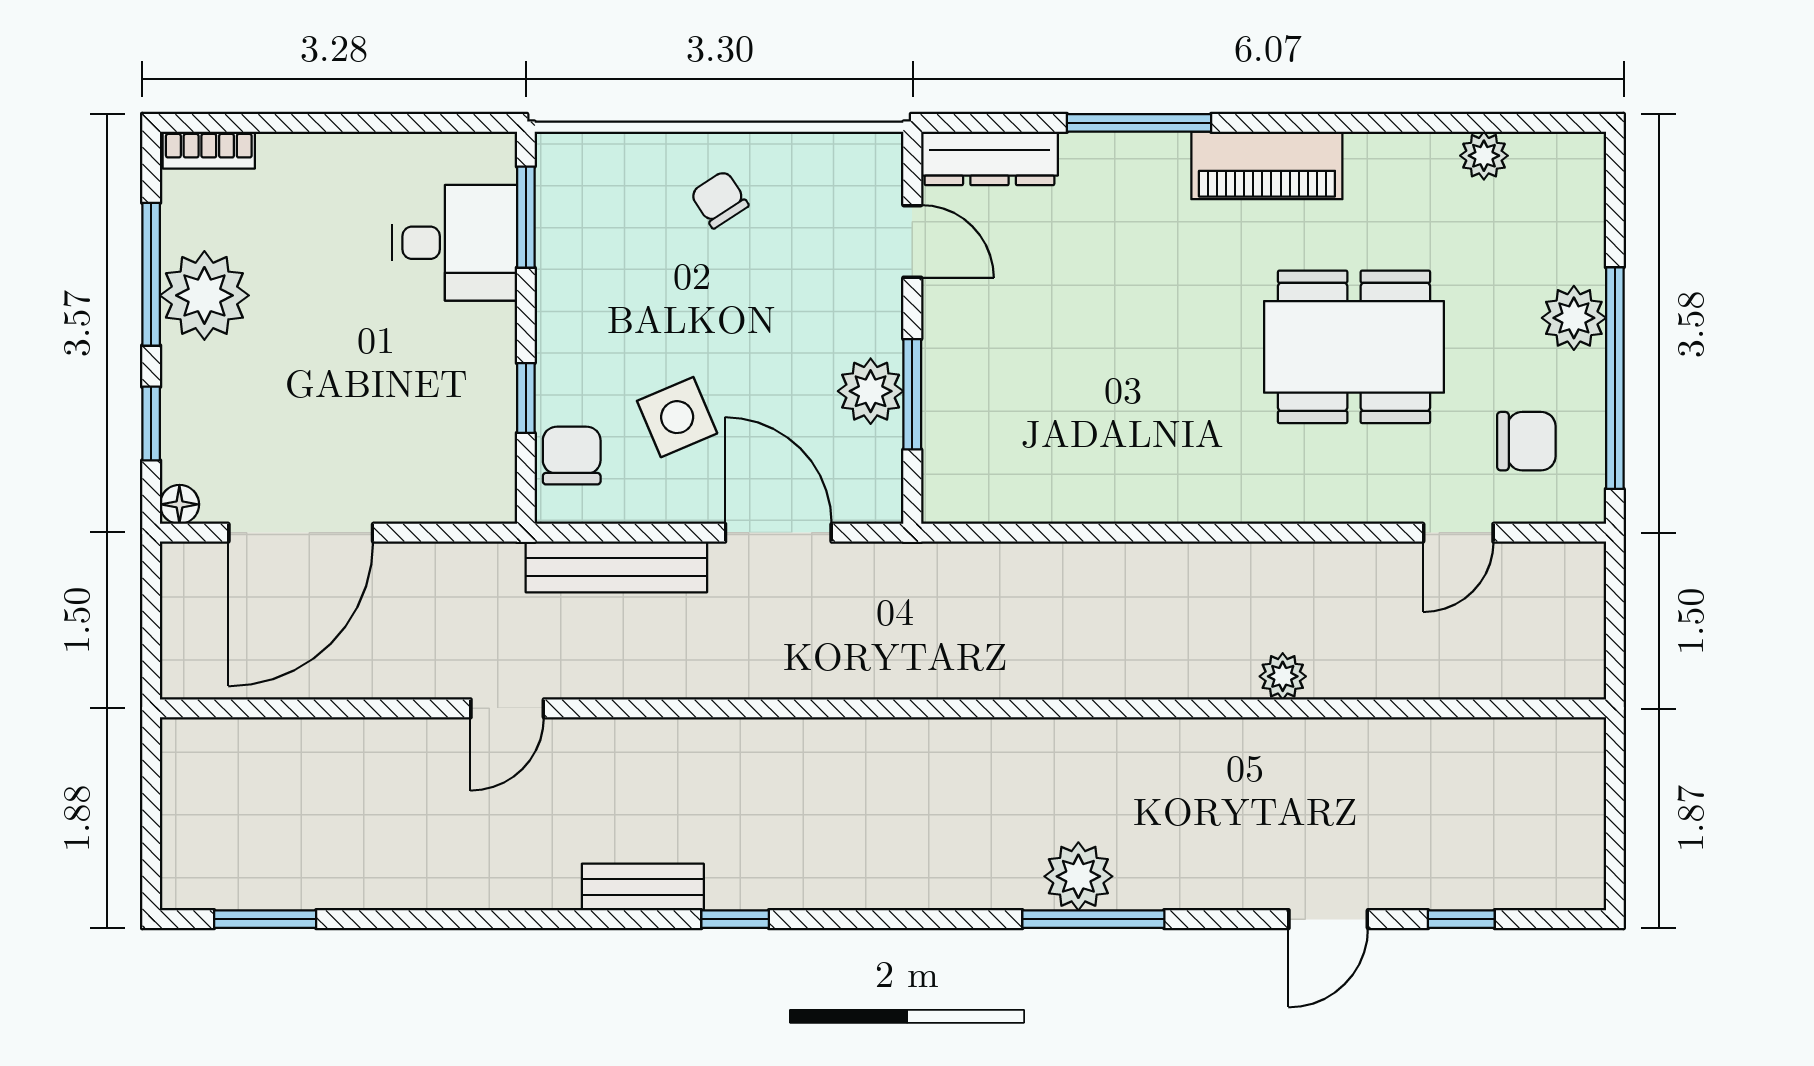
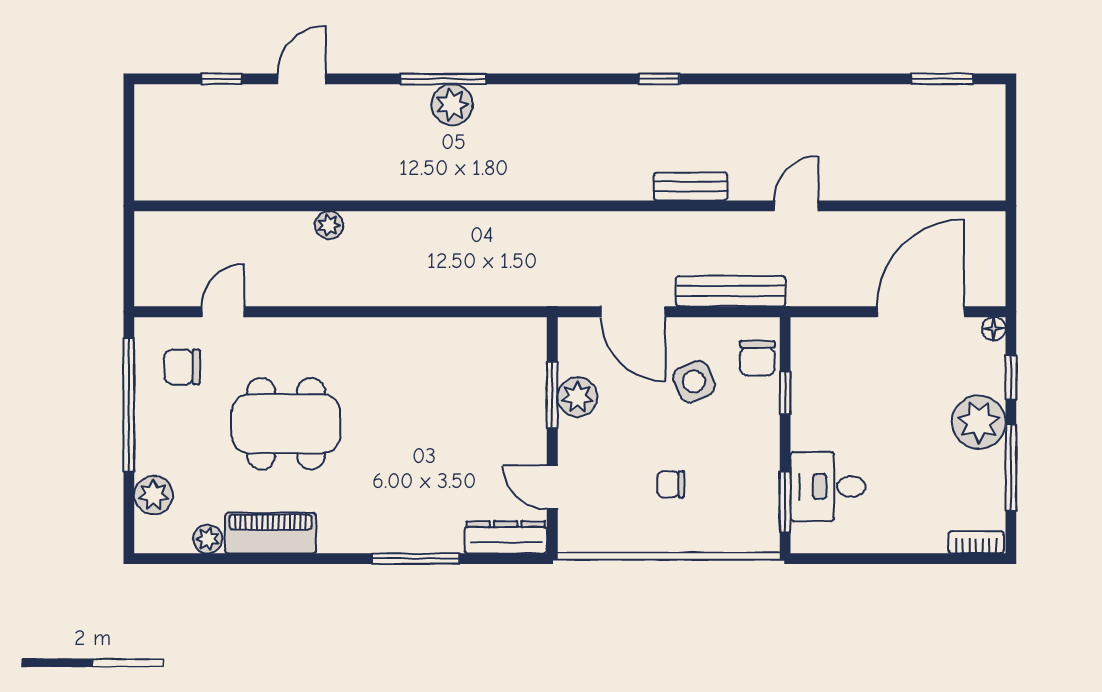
piano: (1267, 165) -> (271, 533), moved
chair: (719, 199) -> (671, 484), moved, turned 123
plant: (204, 295) -> (979, 422), moved
plant: (1574, 318) -> (154, 495), moved
bench: (643, 887) -> (690, 187), moved

